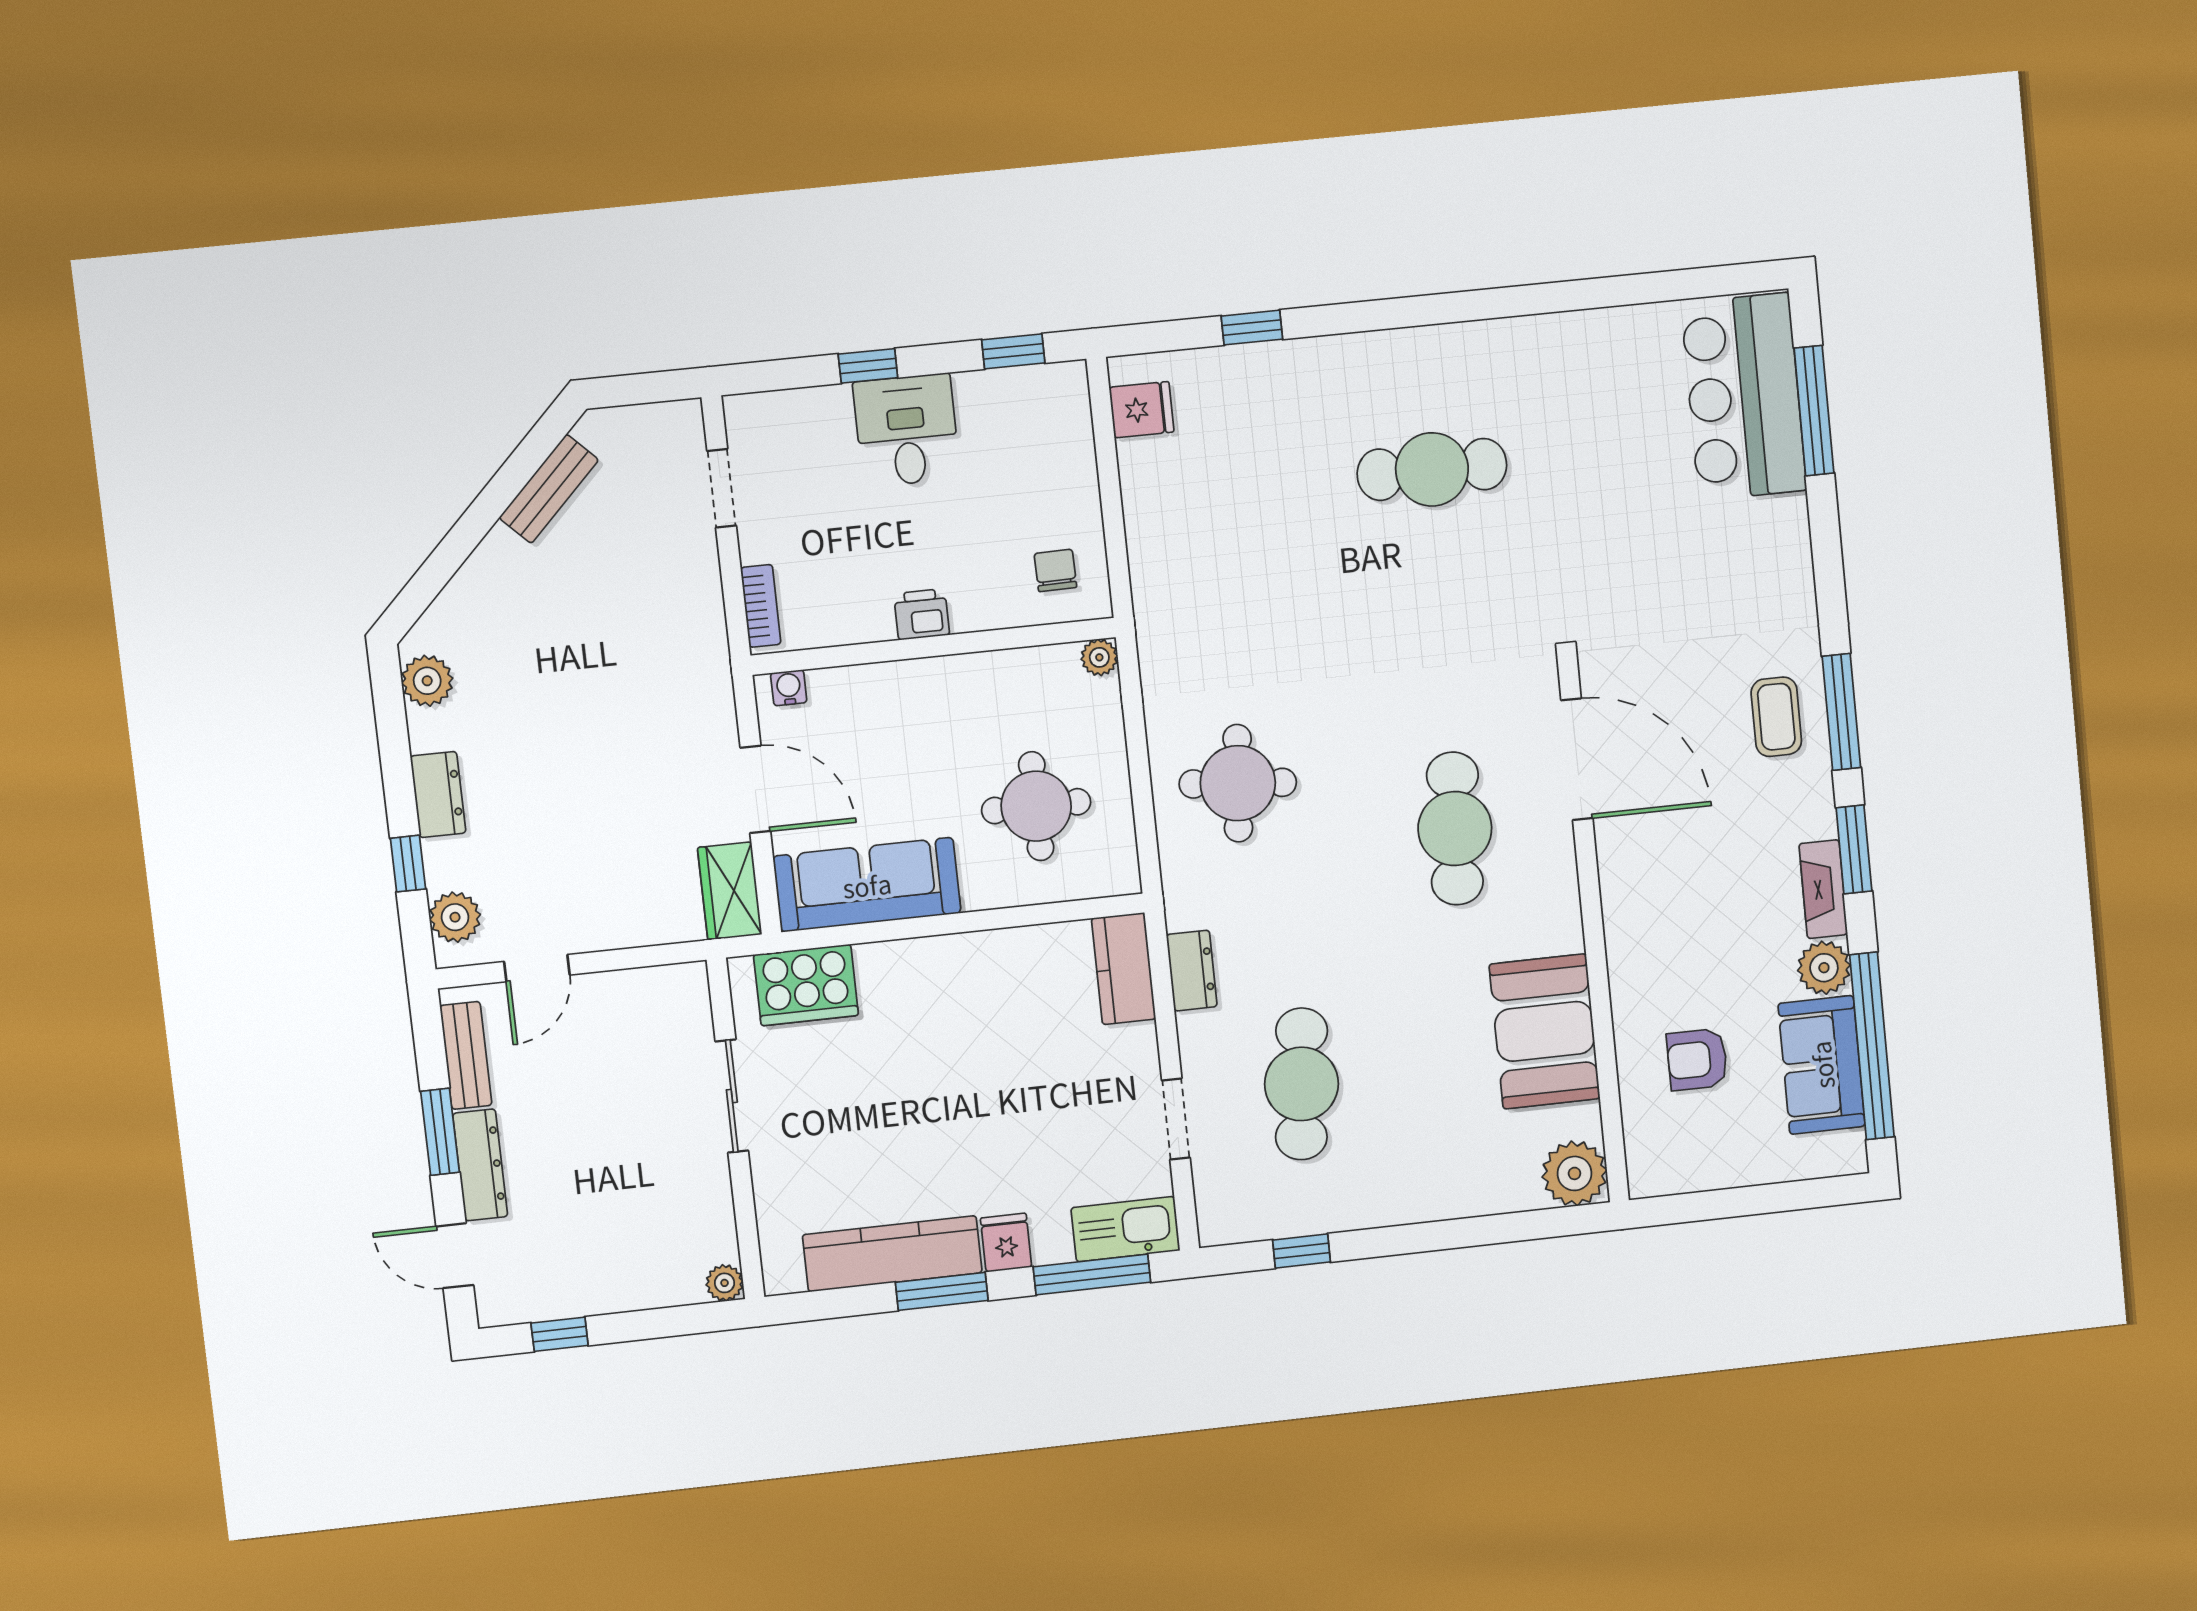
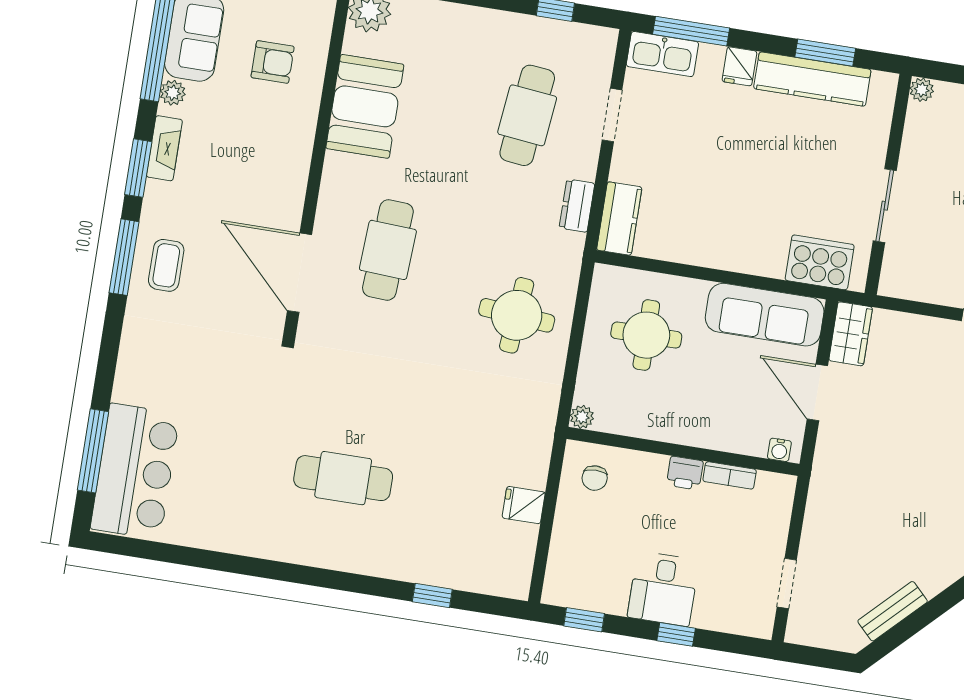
fridge: (1142, 410) -> (524, 505), moved
bookcase: (761, 606) -> (730, 475), moved, turned -90
plant: (1824, 968) -> (173, 93), width x0.73, depth x0.73
window: (942, 1291) -> (825, 53), moved

